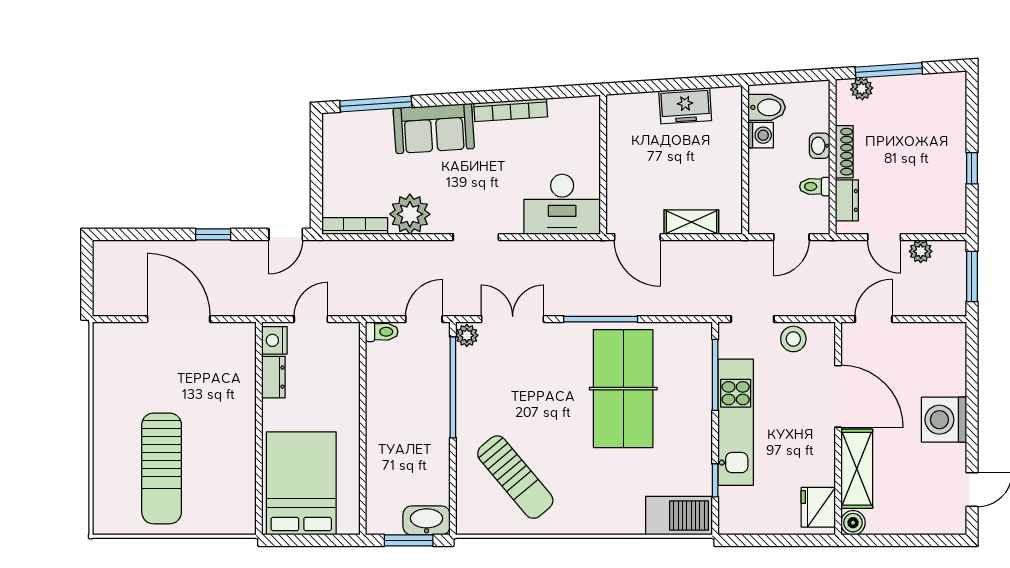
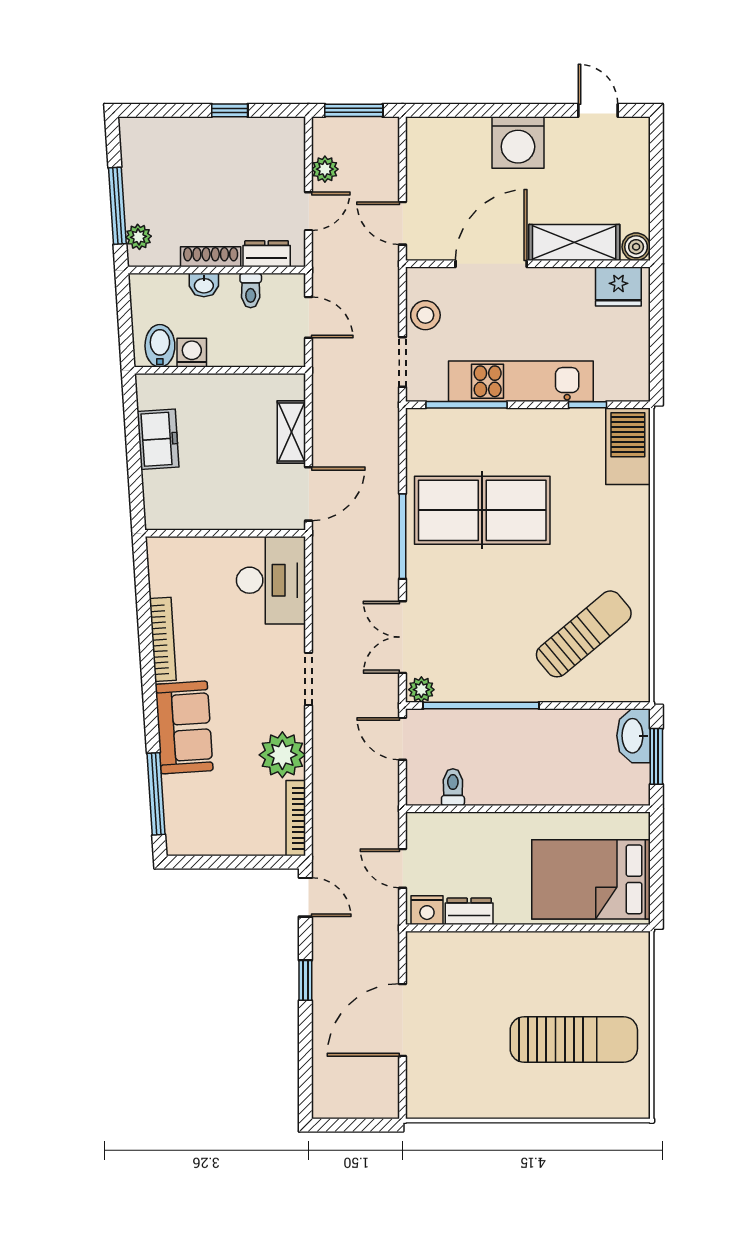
toilet: (382, 332) -> (453, 787), moved

